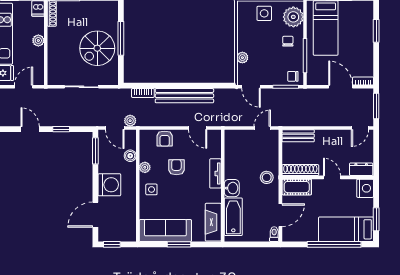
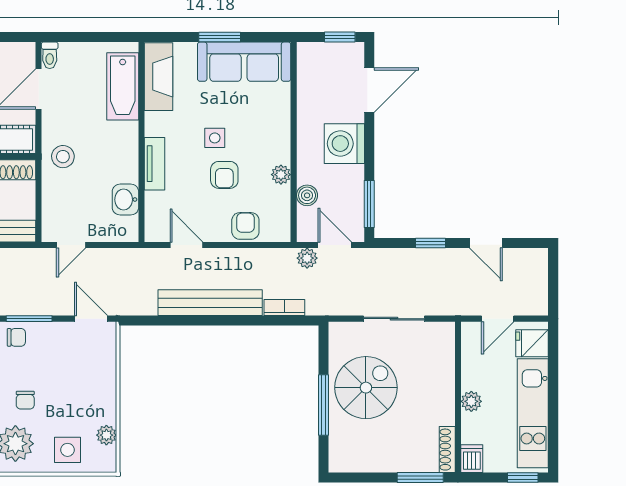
plant: (242, 58) -> (106, 435), moved
washbasin: (232, 188) -> (125, 200), moved
side table: (151, 189) -> (215, 138), moved

